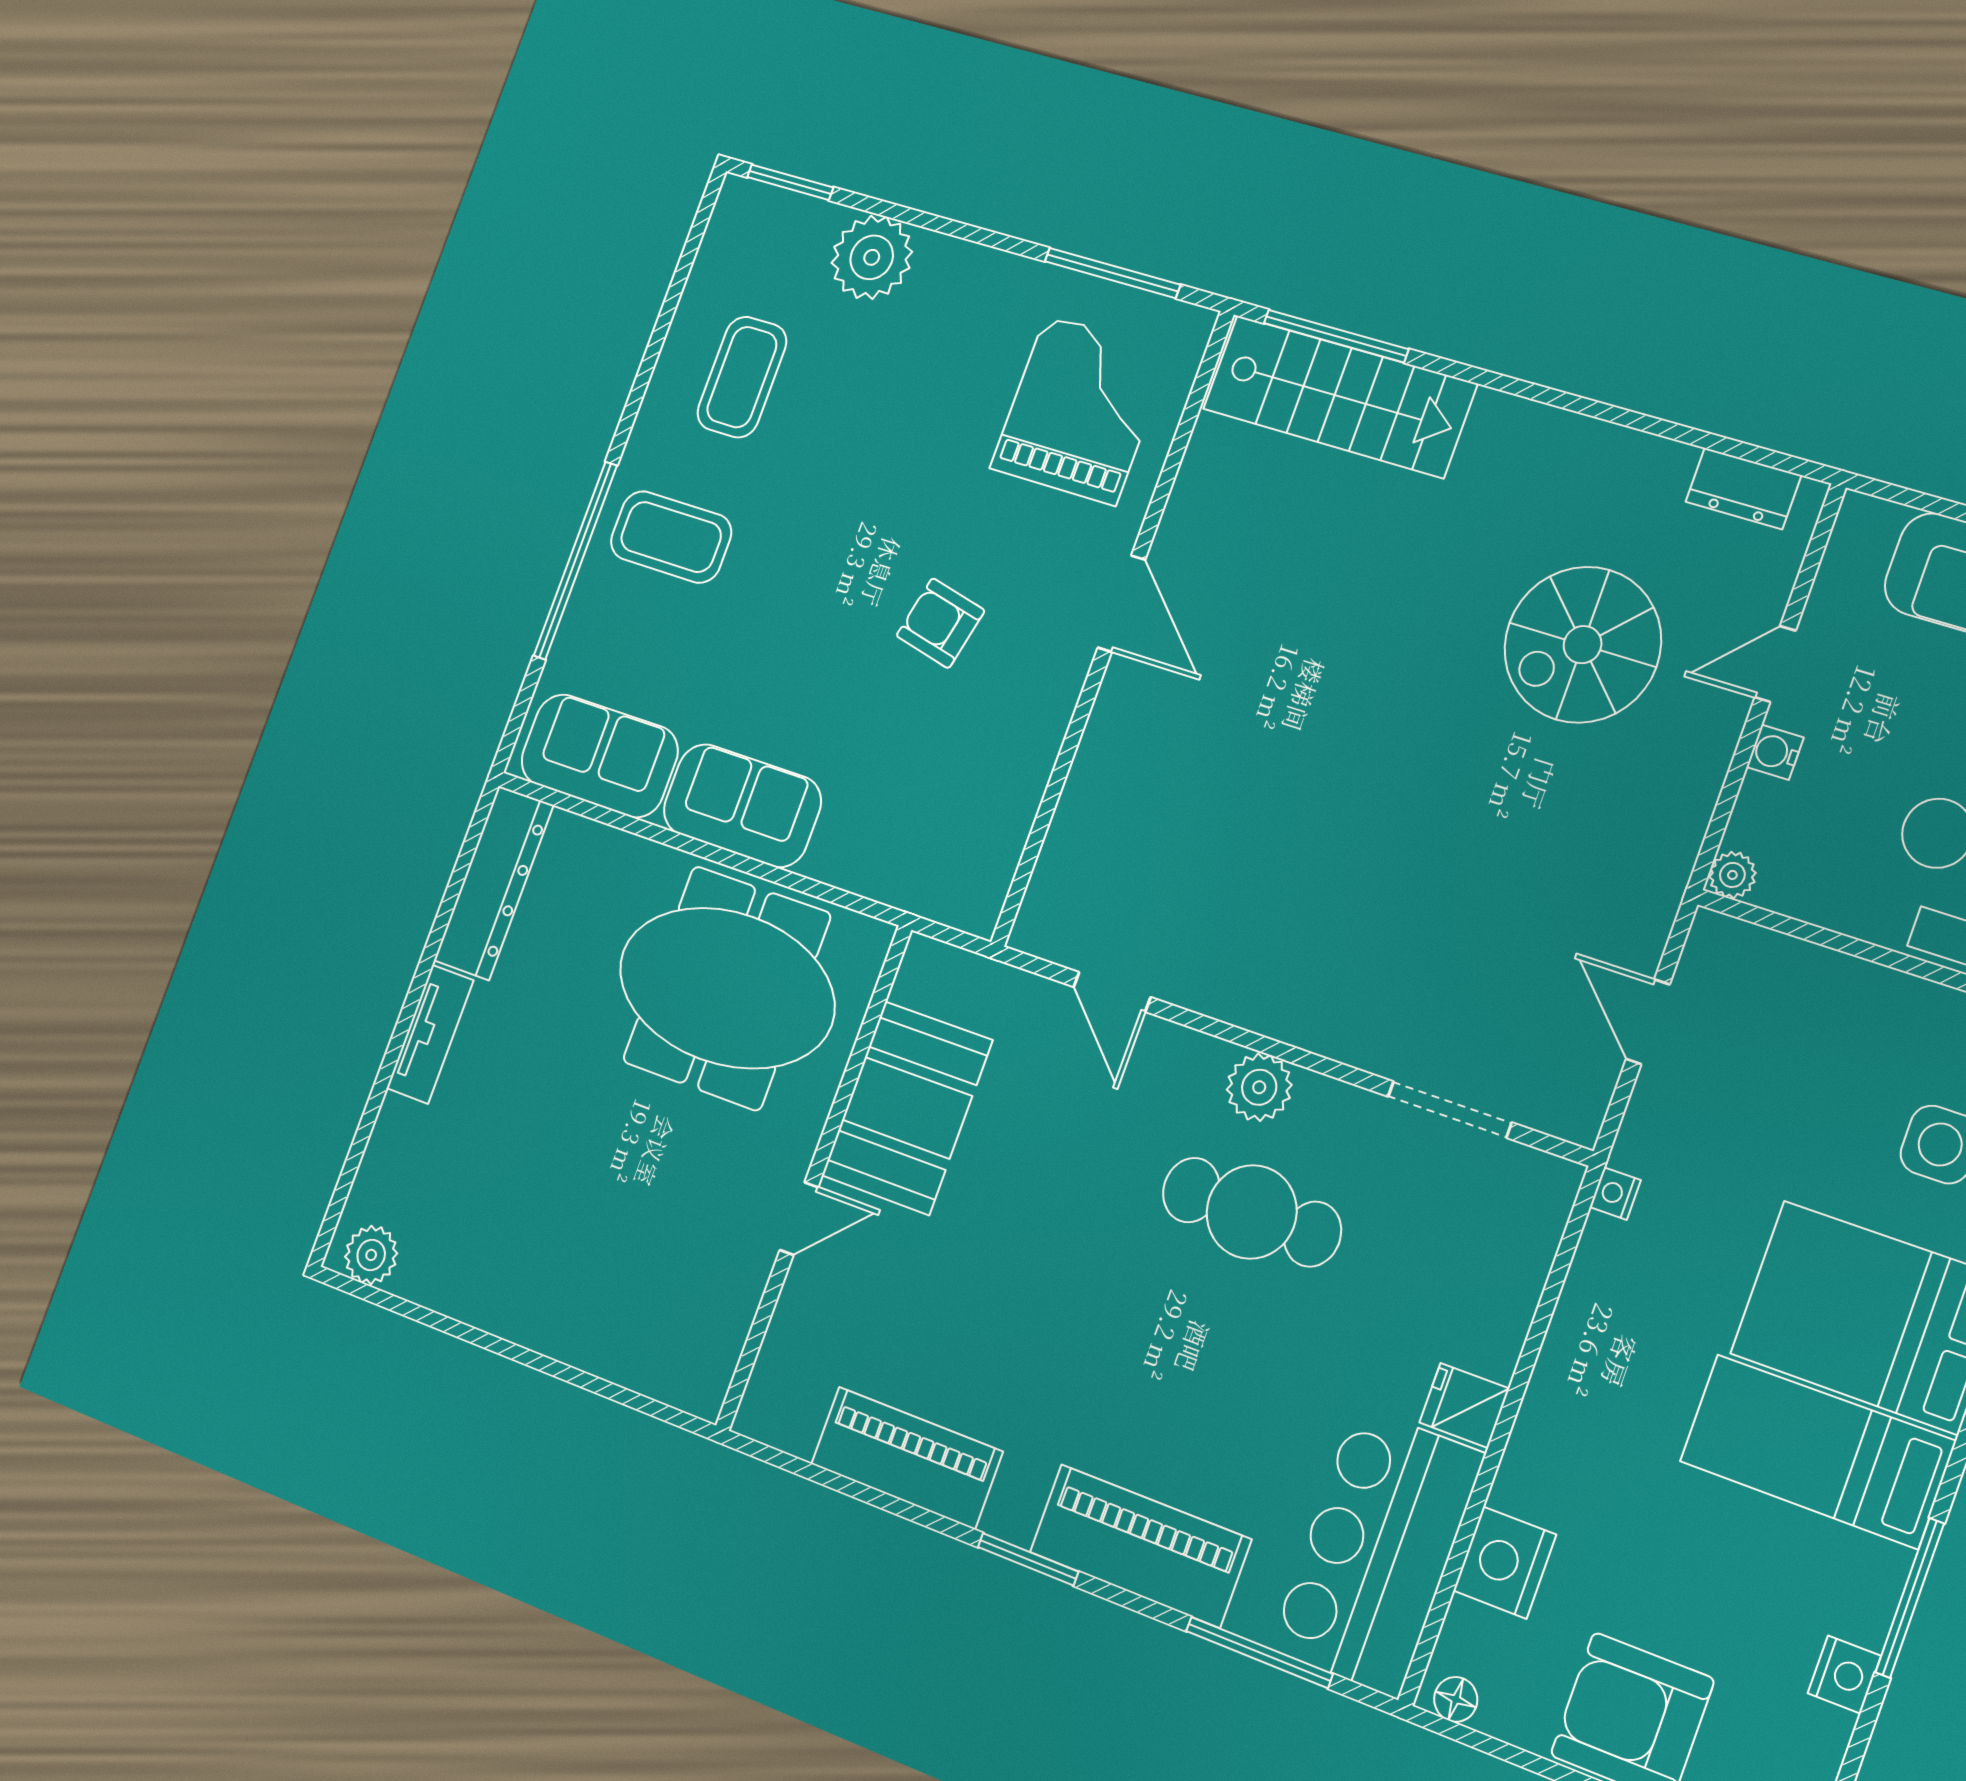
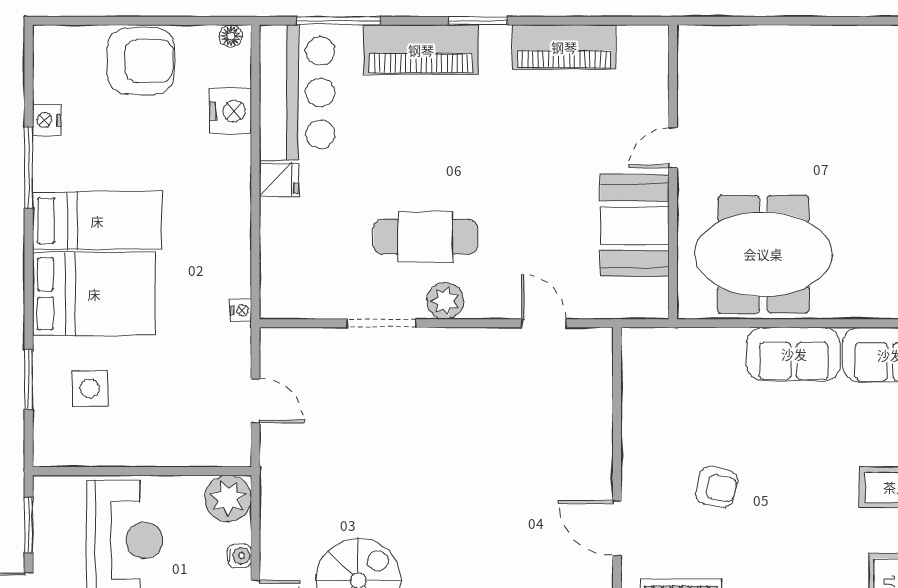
plant: (1732, 875) -> (228, 498), width x1.87, depth x1.87
doorway: (1450, 1109) -> (381, 323), moved

